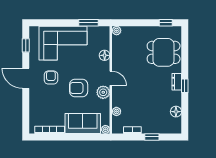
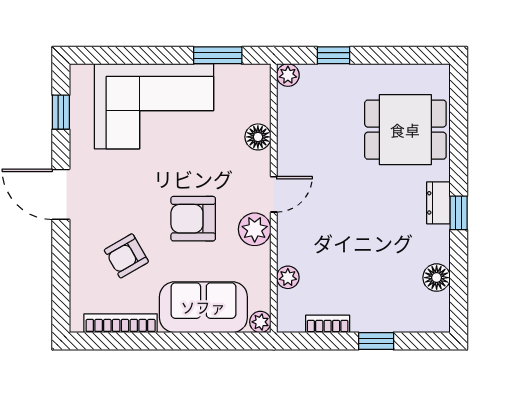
window: (166, 23) -> (334, 55), moved
armchair: (51, 77) -> (126, 256), moved, turned -120
door: (111, 78) -> (274, 194), hinge flipped

